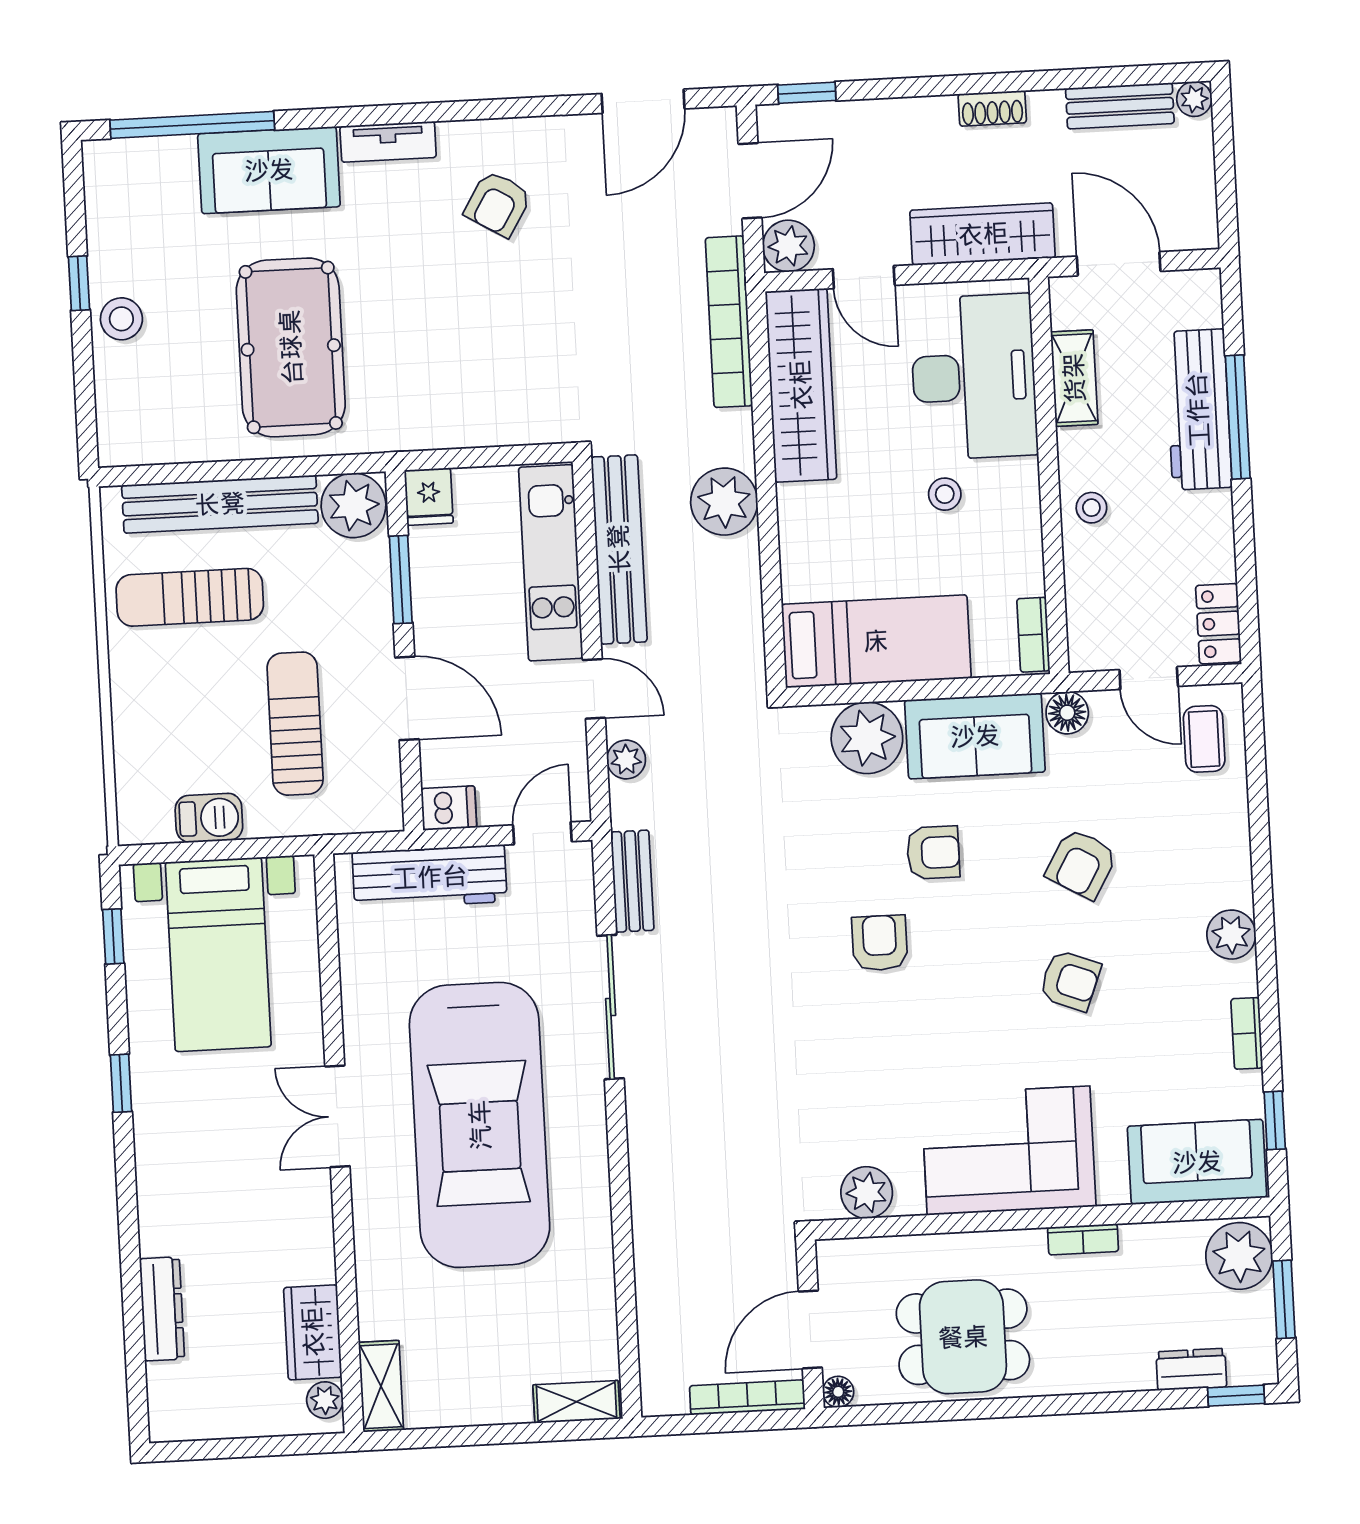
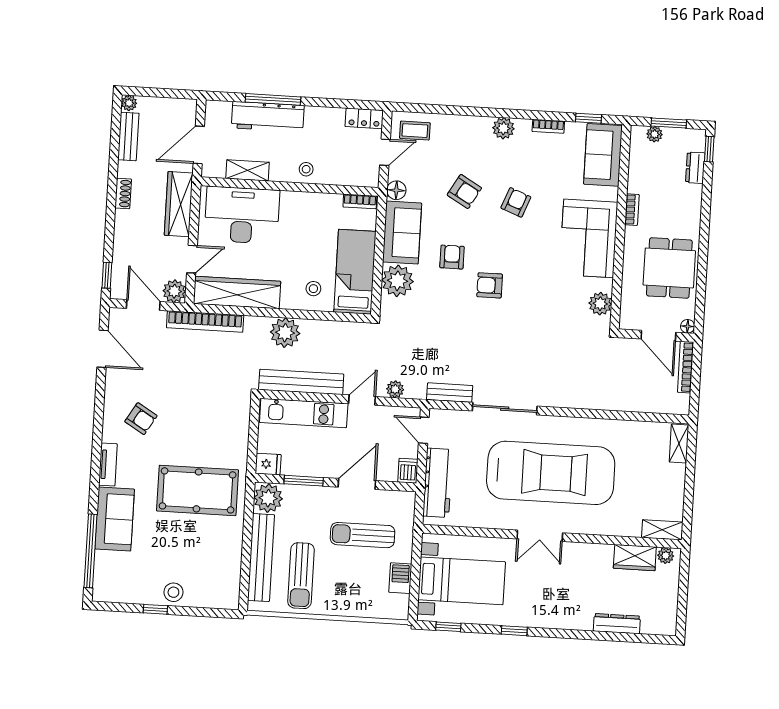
pool table: (291, 347) -> (198, 490), moved
stool: (945, 494) -> (313, 289), moved
plant: (1239, 1256) -> (654, 134), width x0.53, depth x0.53

